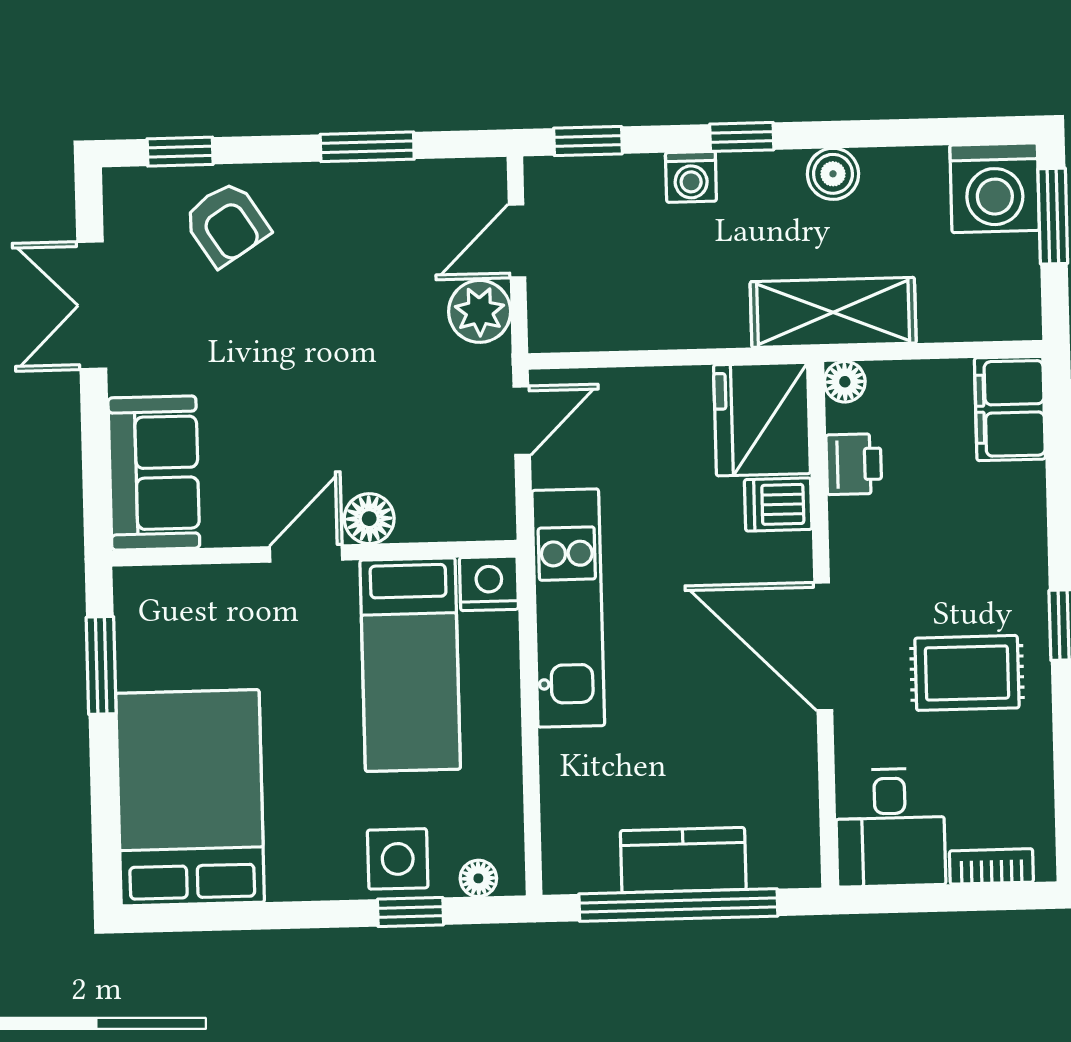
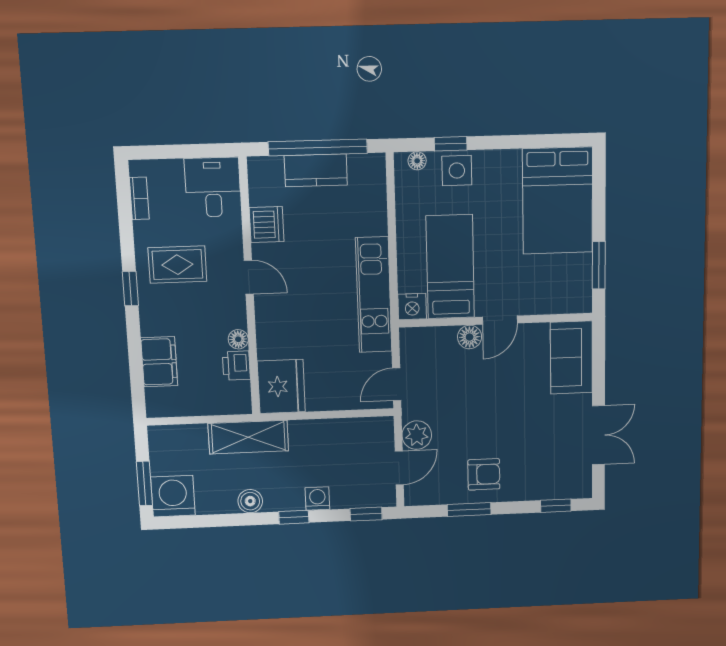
armchair: (226, 224) -> (484, 474), moved, turned 123
floor lamp: (845, 382) -> (238, 339), moved
filing cabinet: (1010, 408) -> (159, 362), moved
dishwasher: (778, 504) -> (267, 225), moved, width x1.38
door: (823, 646) -> (249, 277), width x0.53
bookcase: (991, 866) -> (139, 198), moved, turned -90

